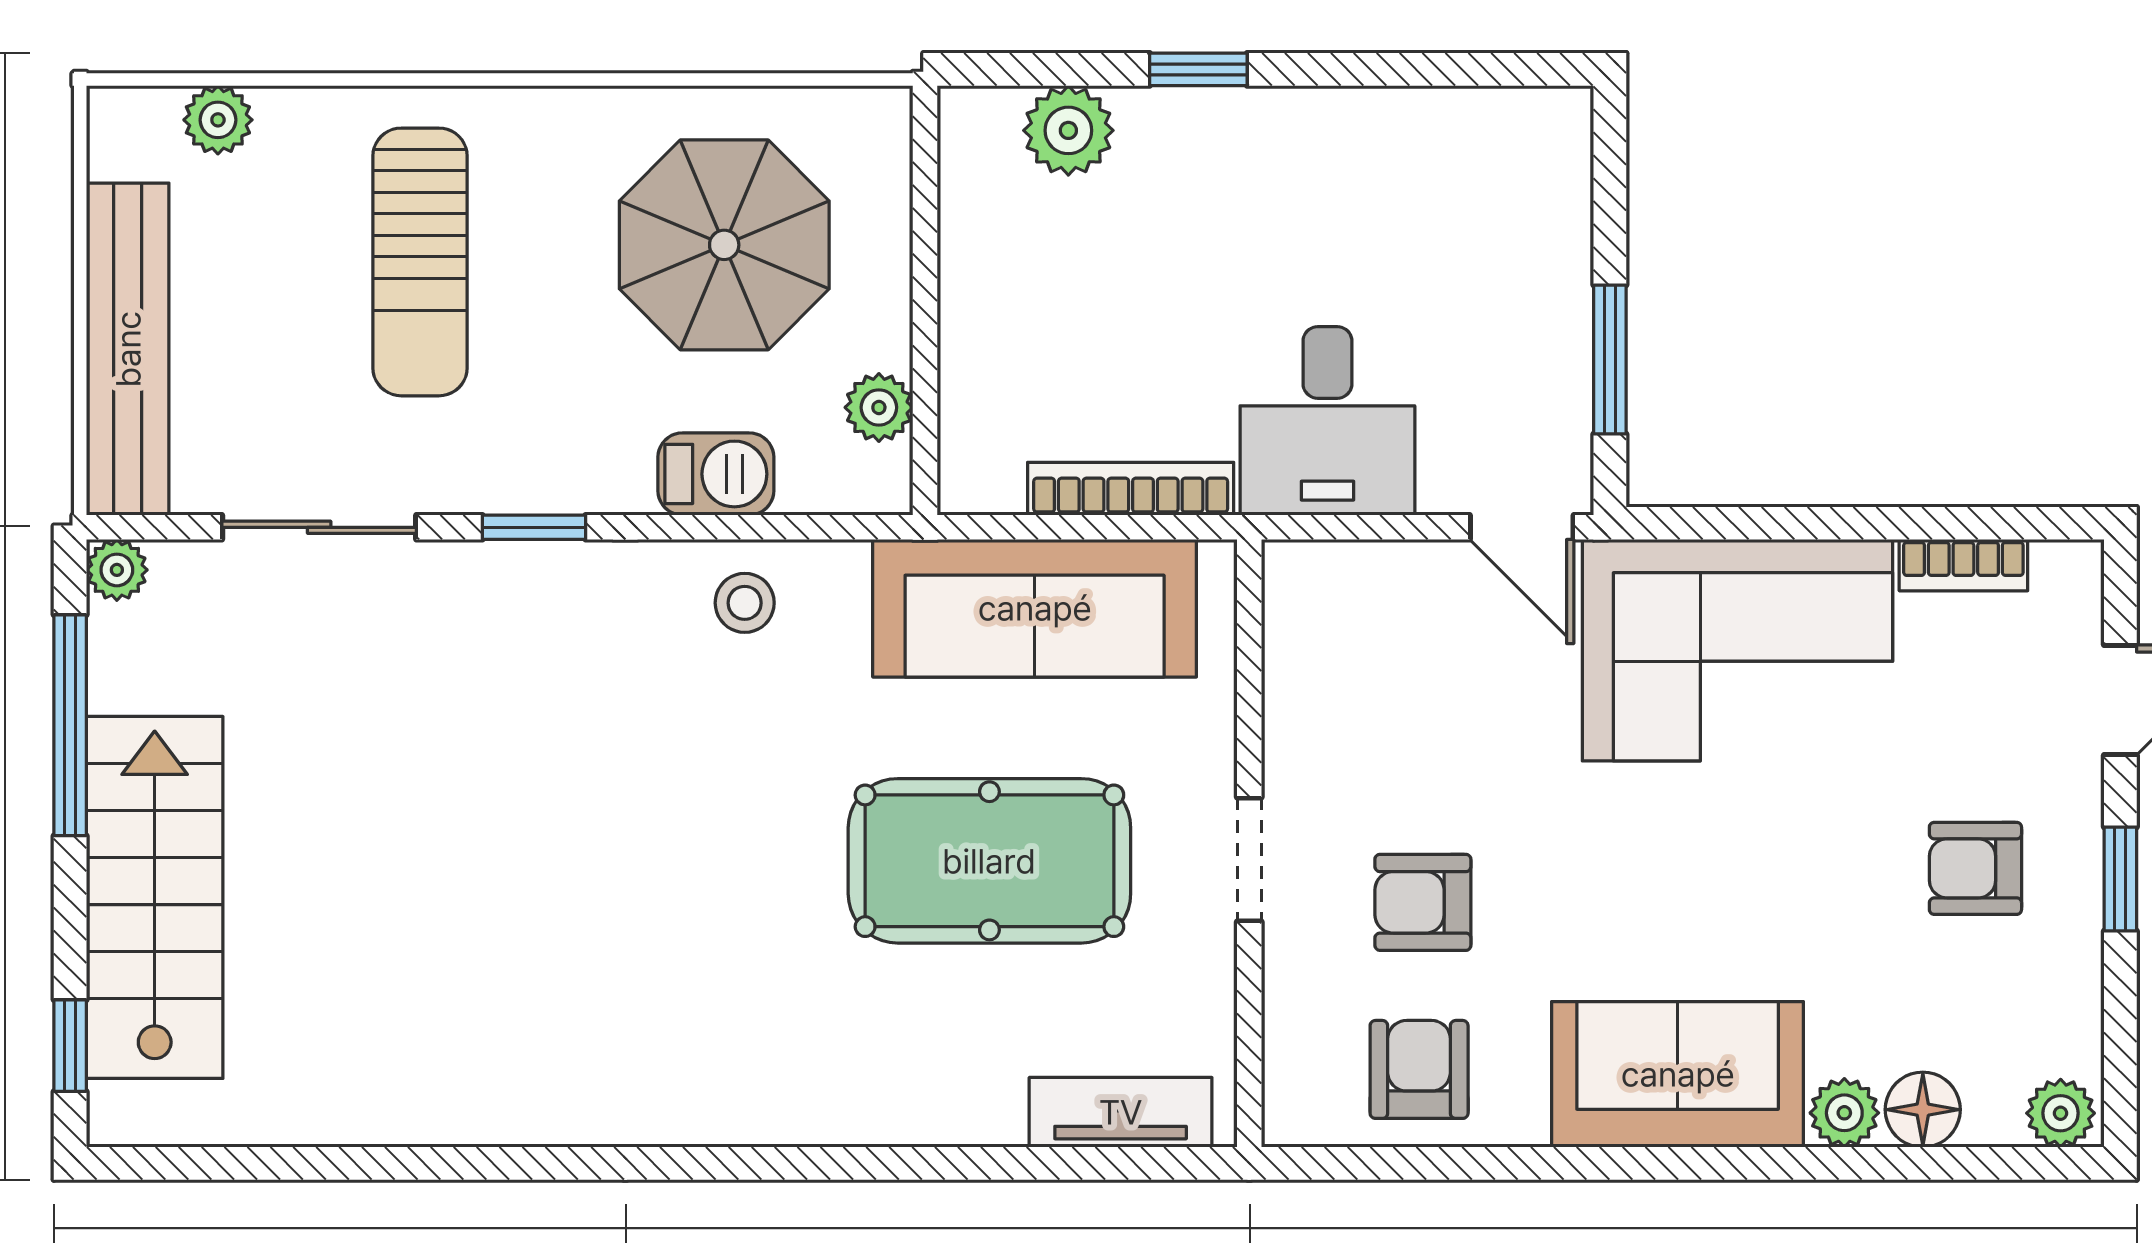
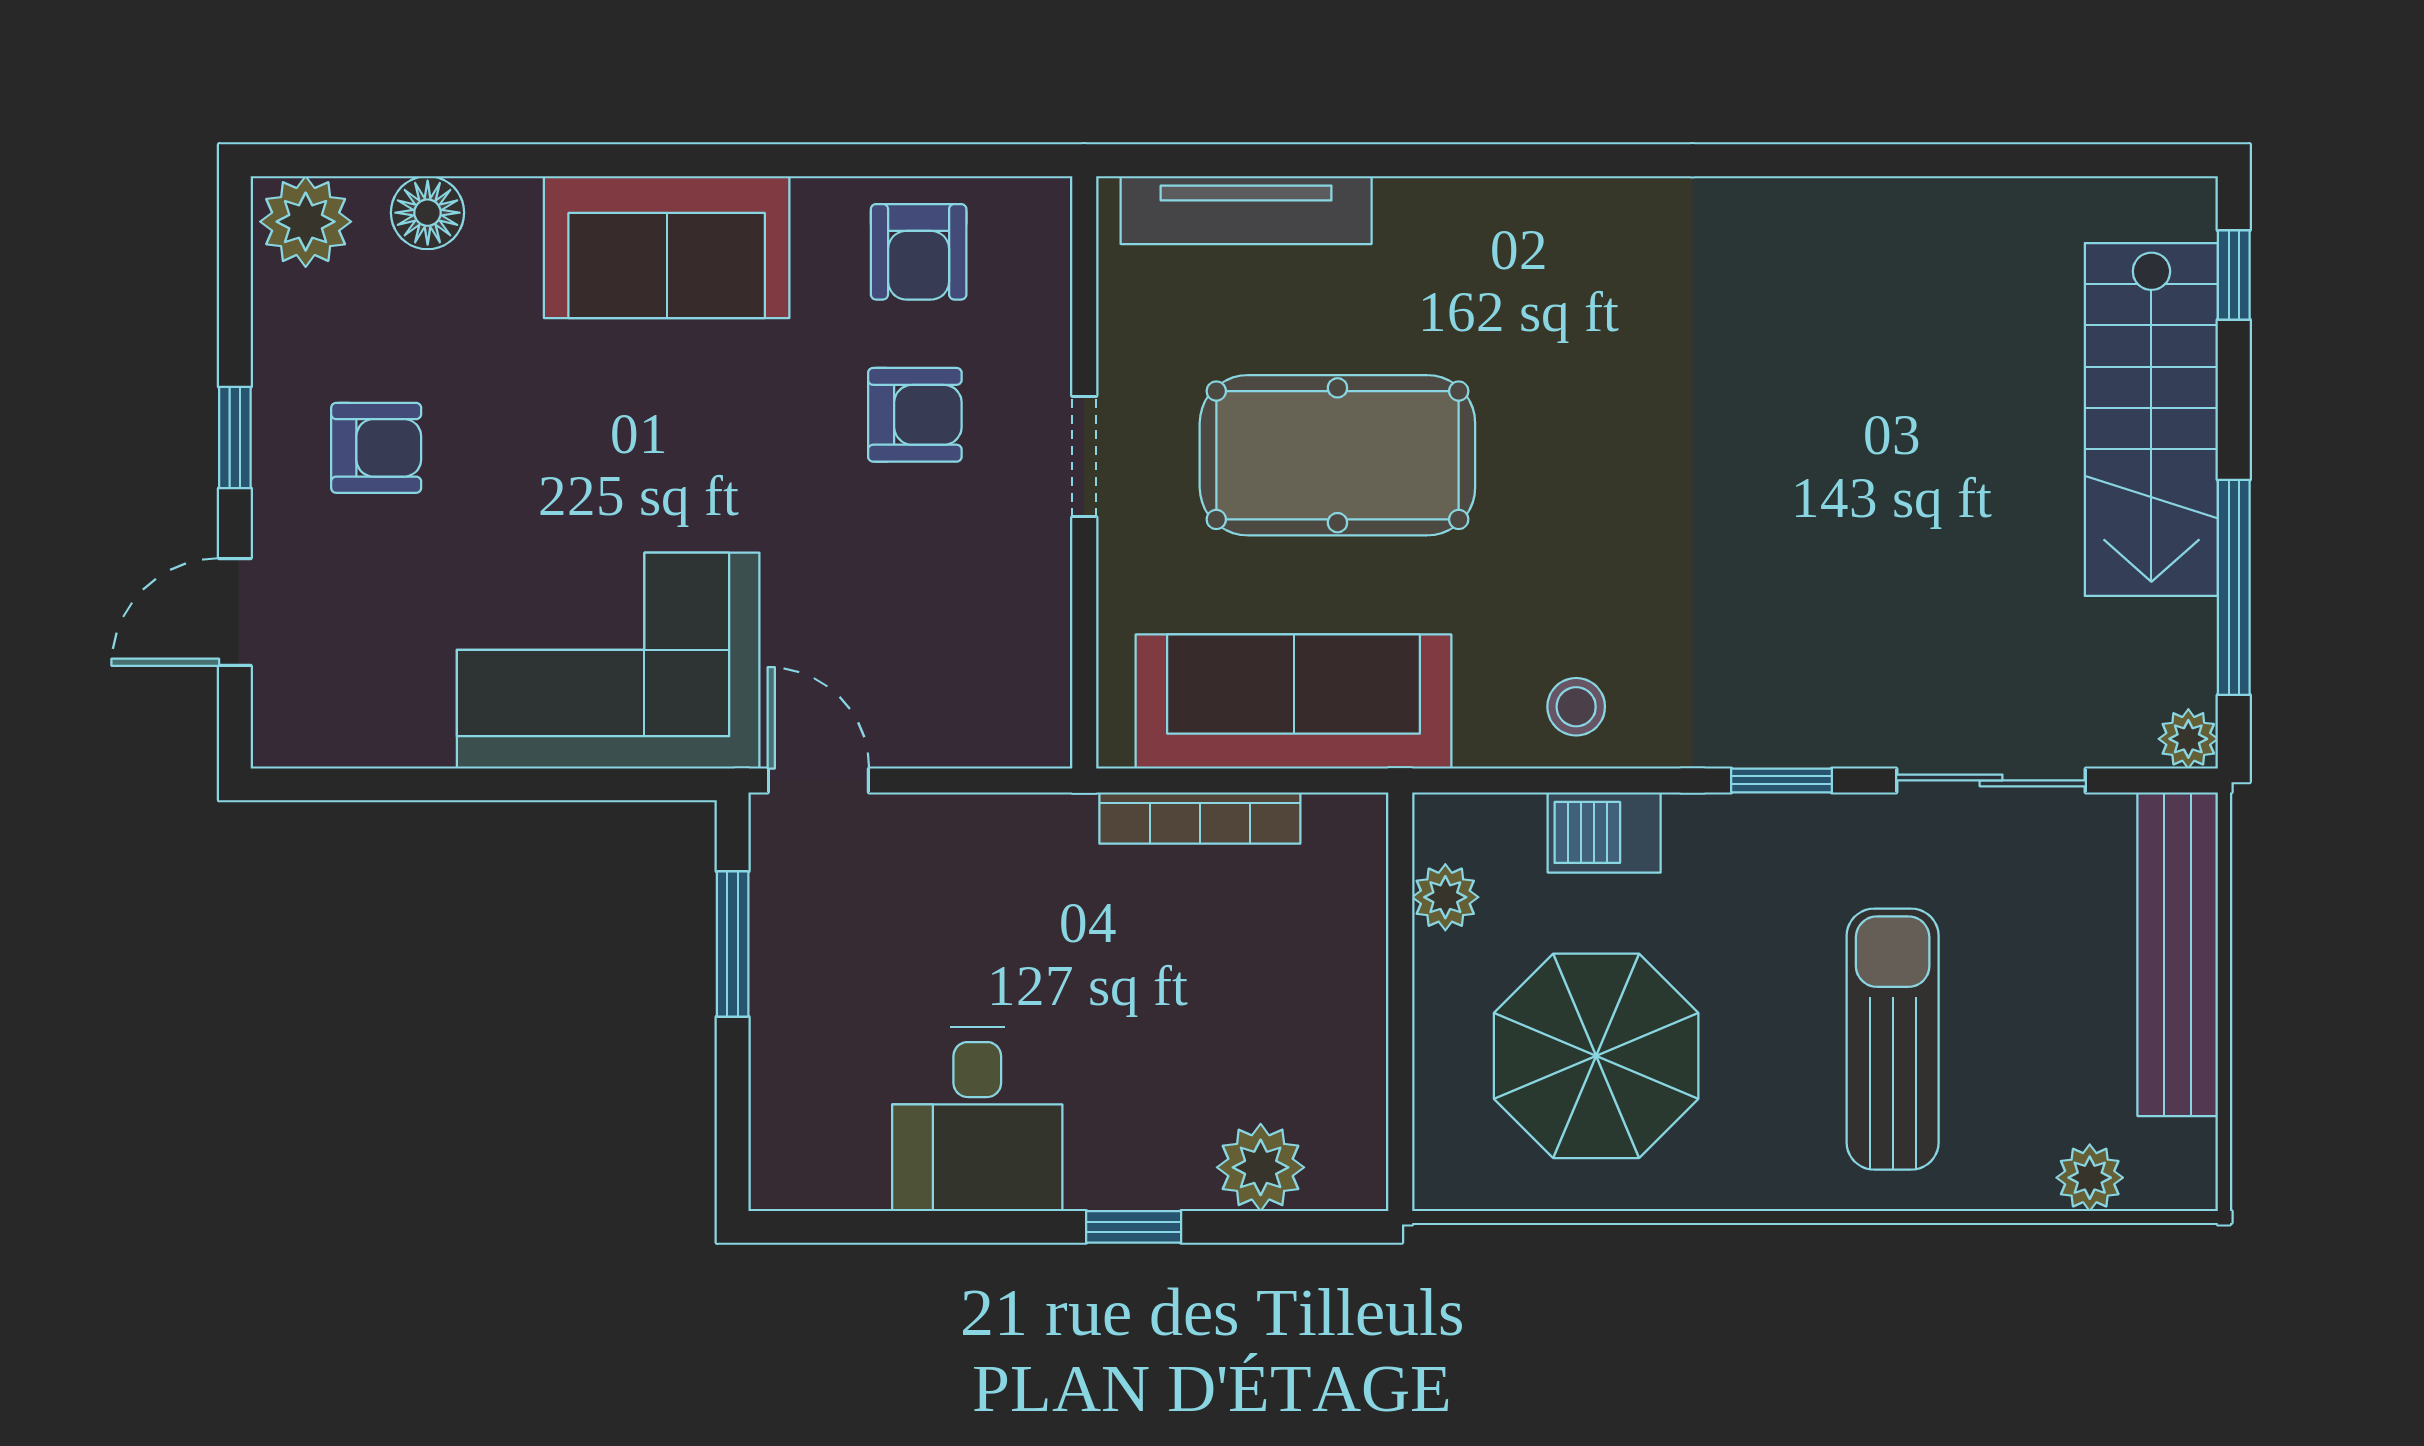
desk: (1327, 421) -> (977, 1119), moved, turned 180
bookcase: (1963, 565) -> (388, 744), removed
tv unit: (1121, 1112) -> (1246, 210), width x1.41
plant: (1844, 1113) -> (504, 210), removed
plant: (2061, 1113) -> (306, 222), width x1.38, depth x1.38

